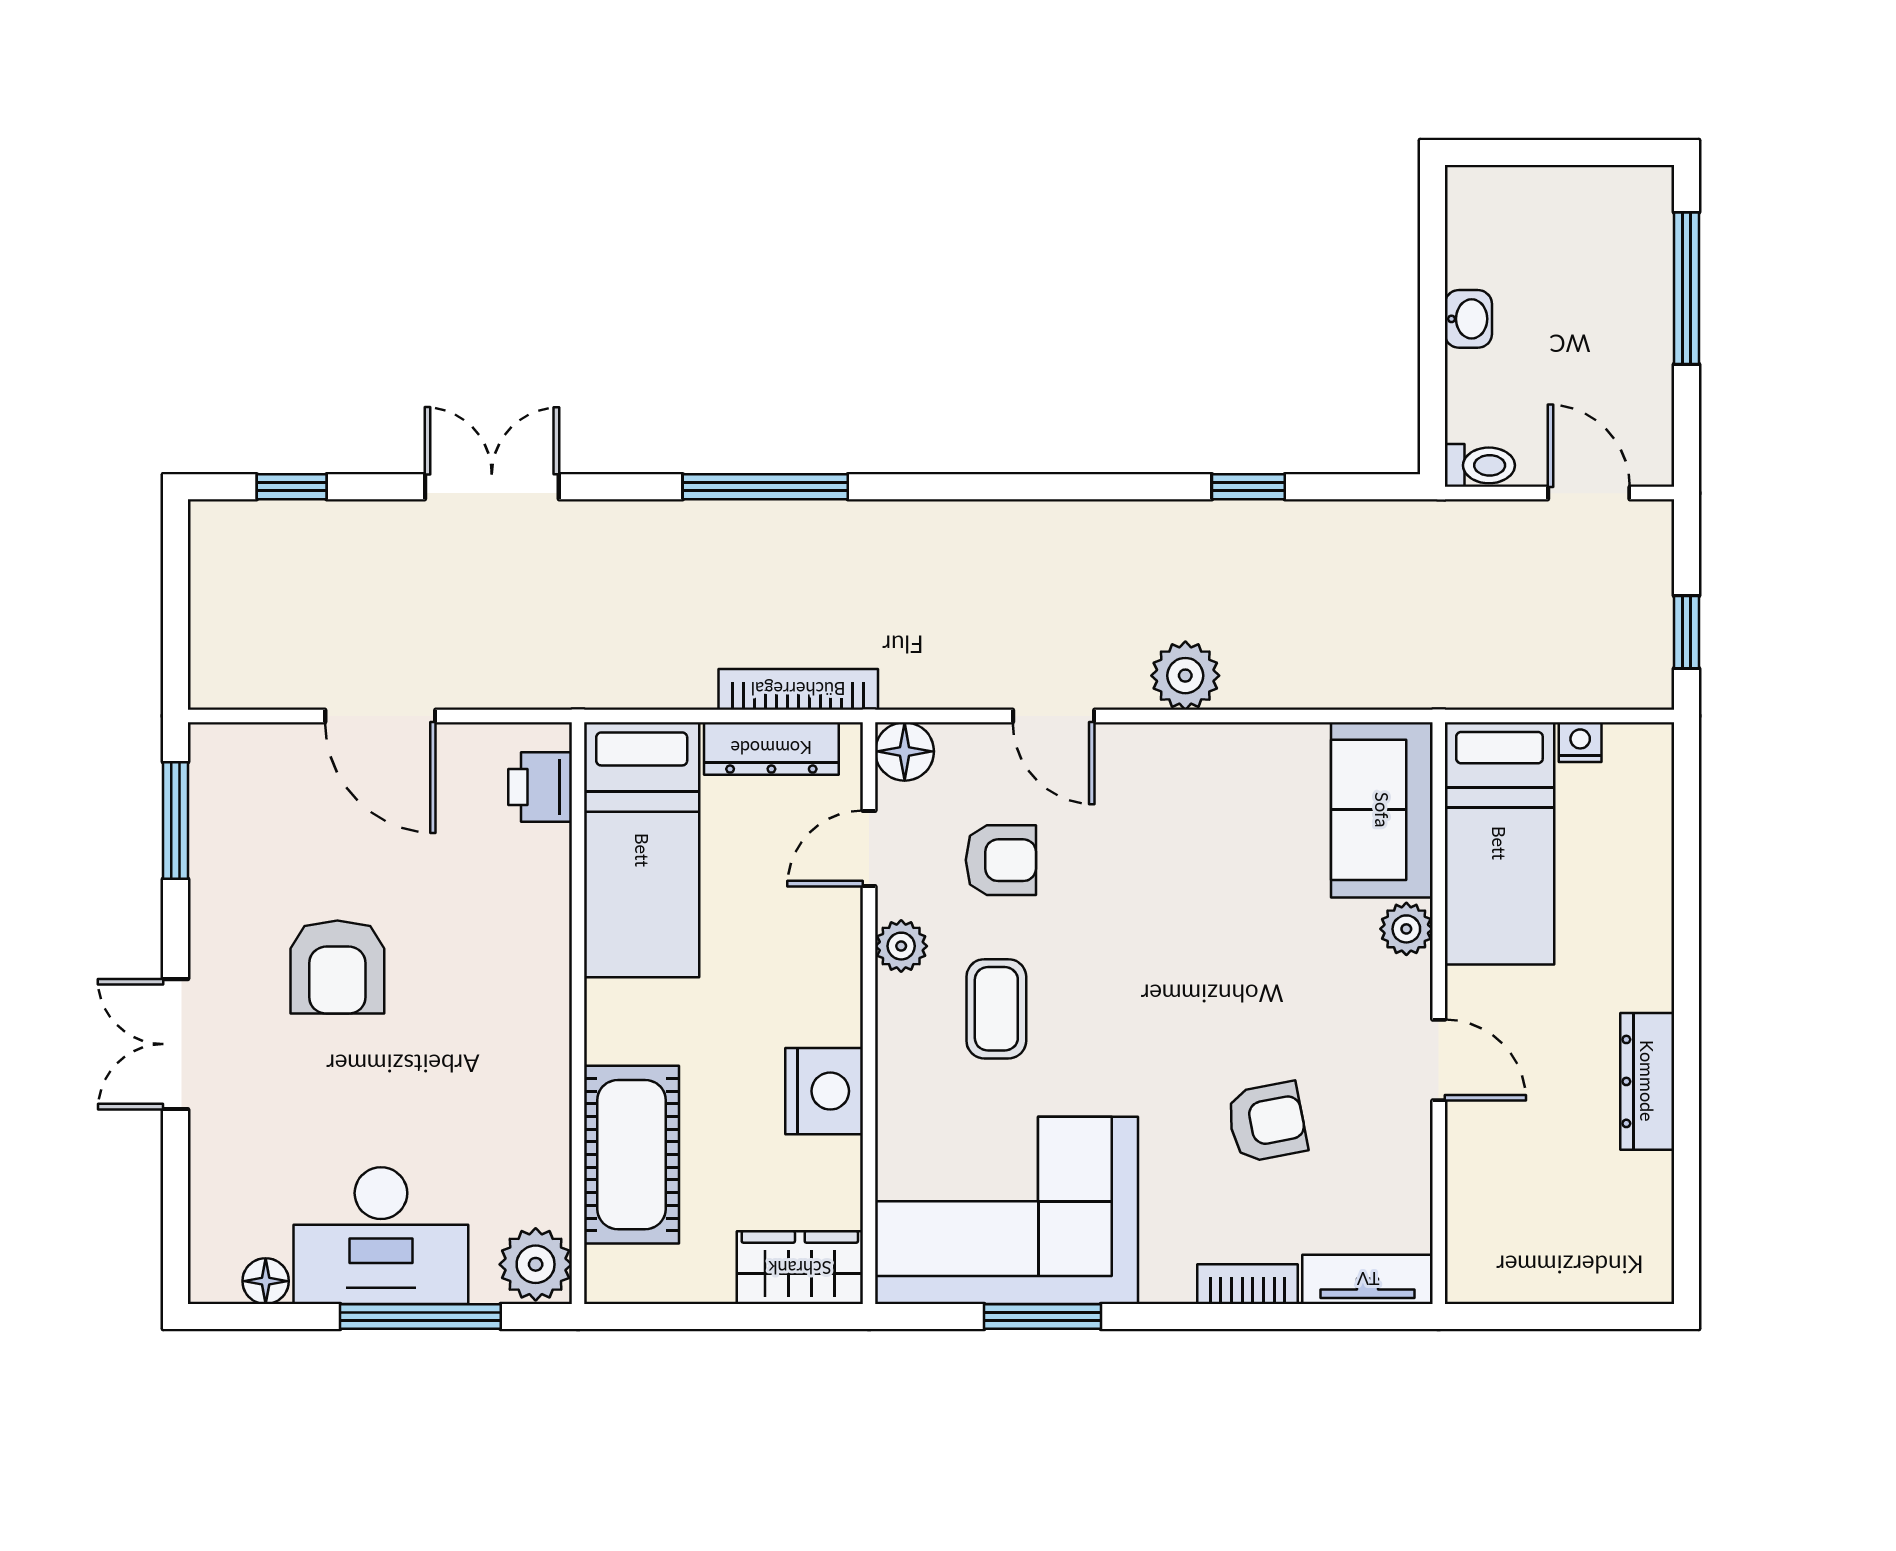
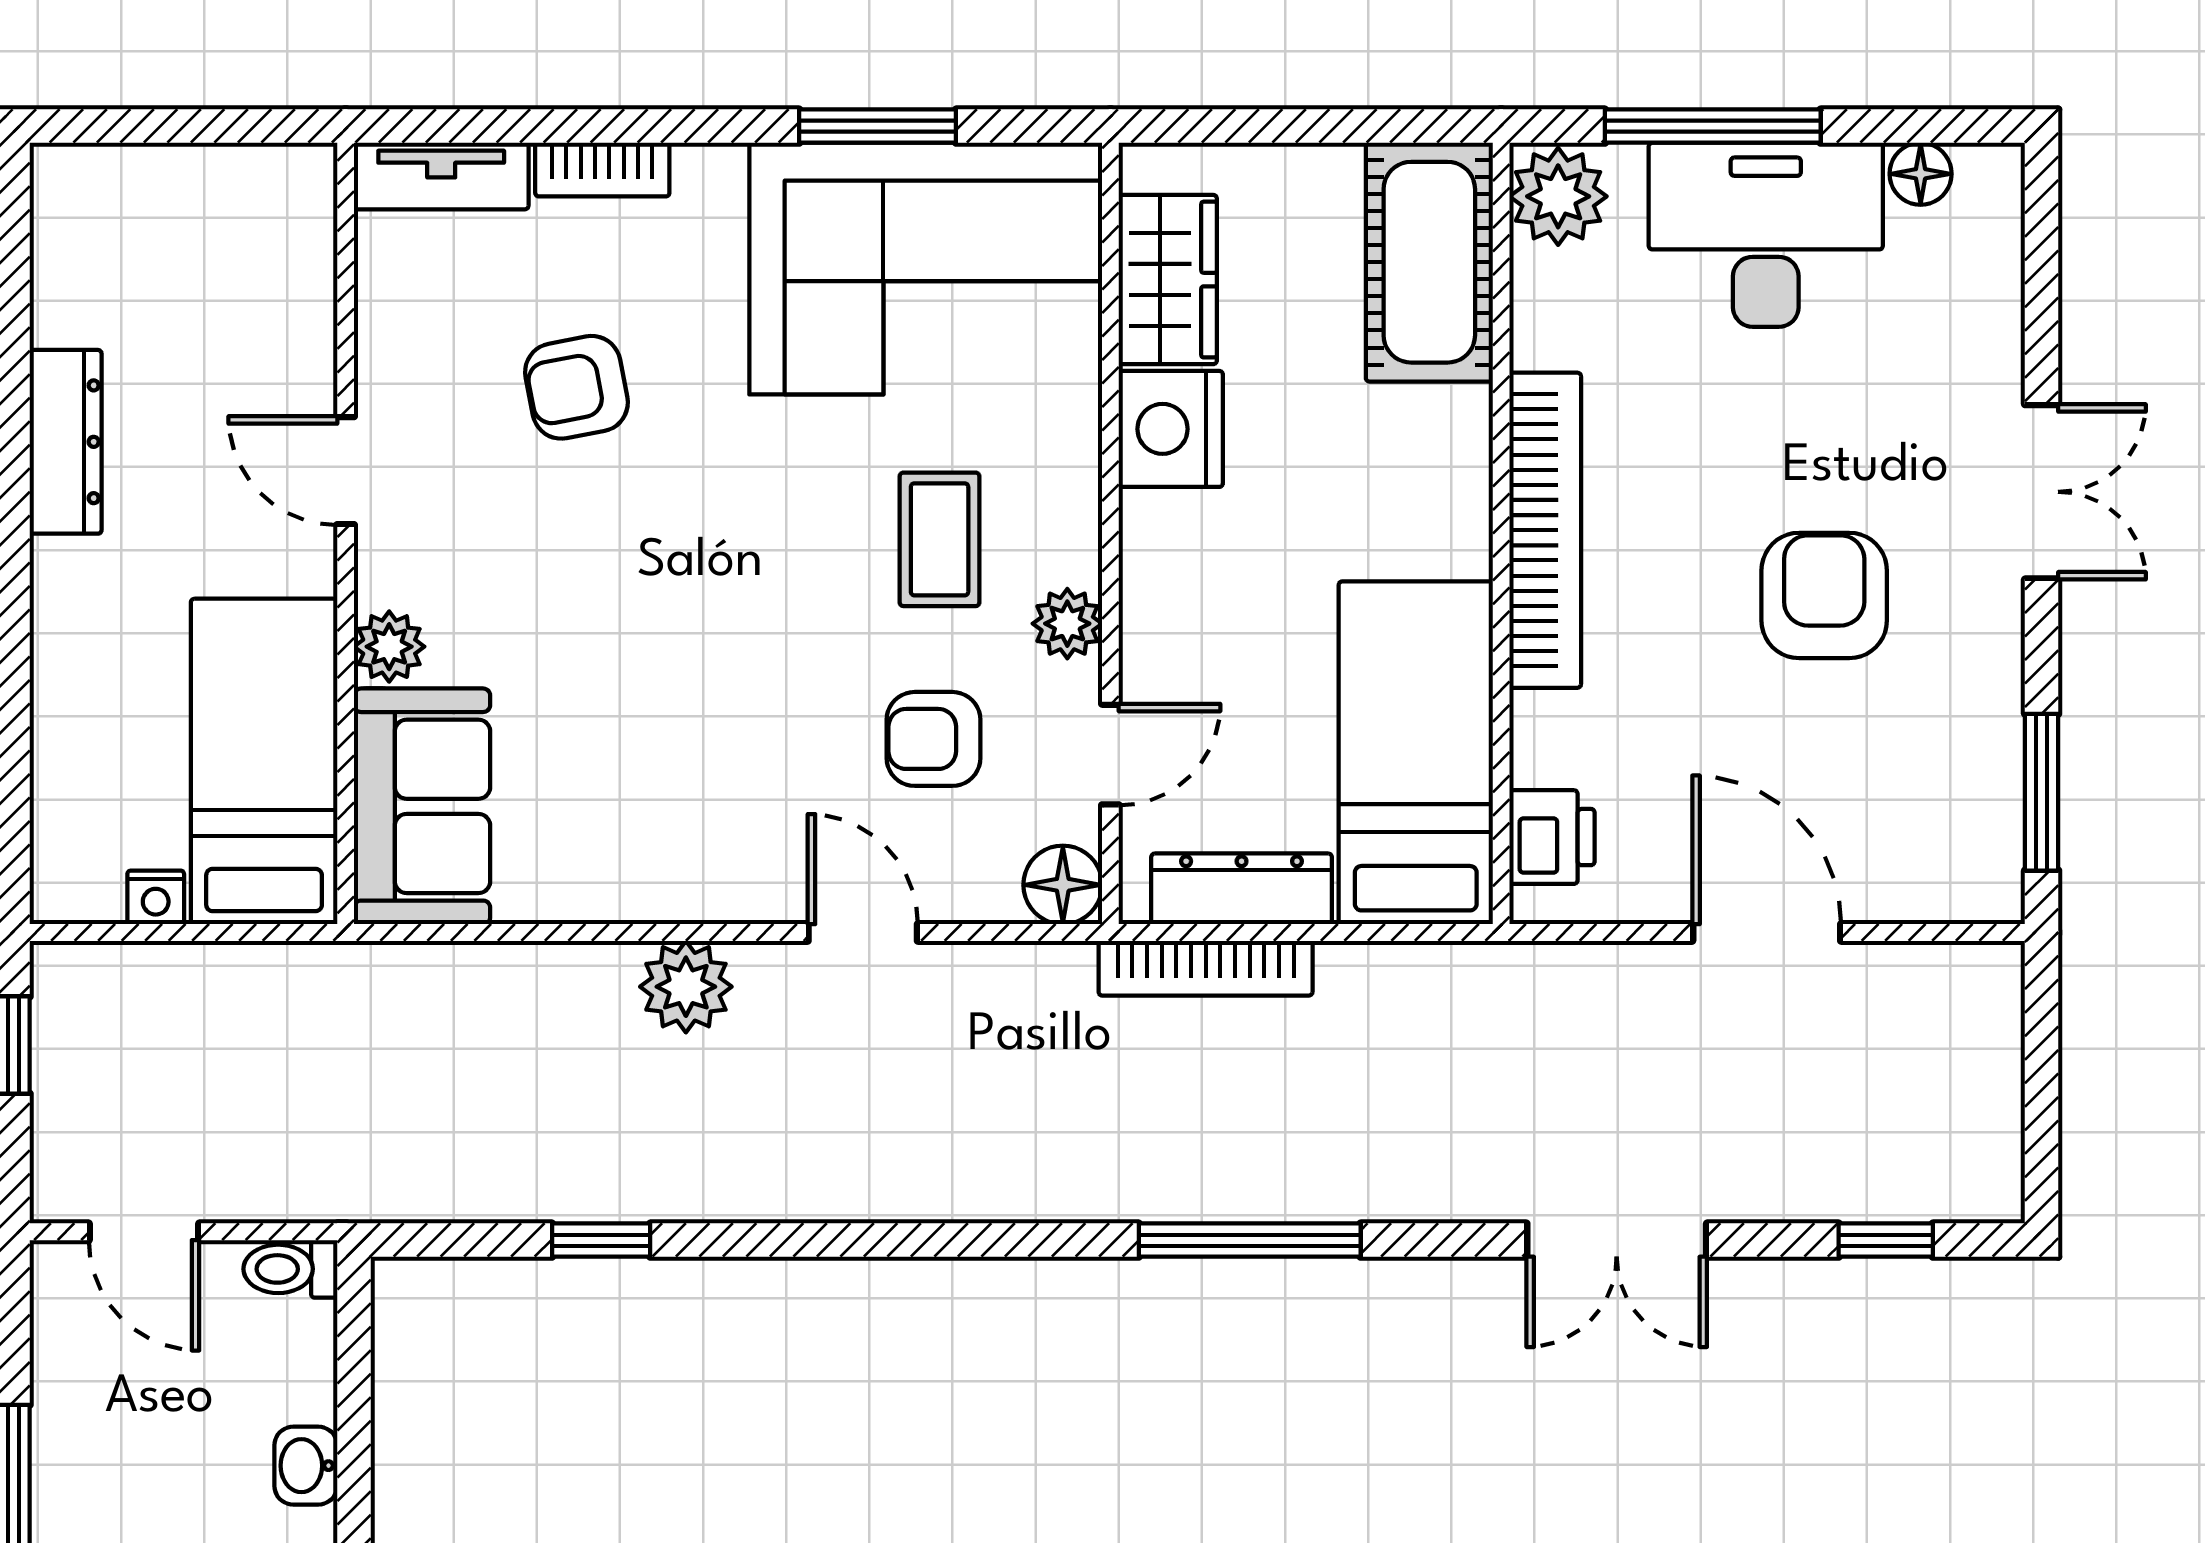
bookcase: (545, 1016) -> (1545, 530), added
cot: (632, 1155) -> (1429, 262), moved
wardrobe: (800, 1268) -> (1168, 280), moved, turned -90

